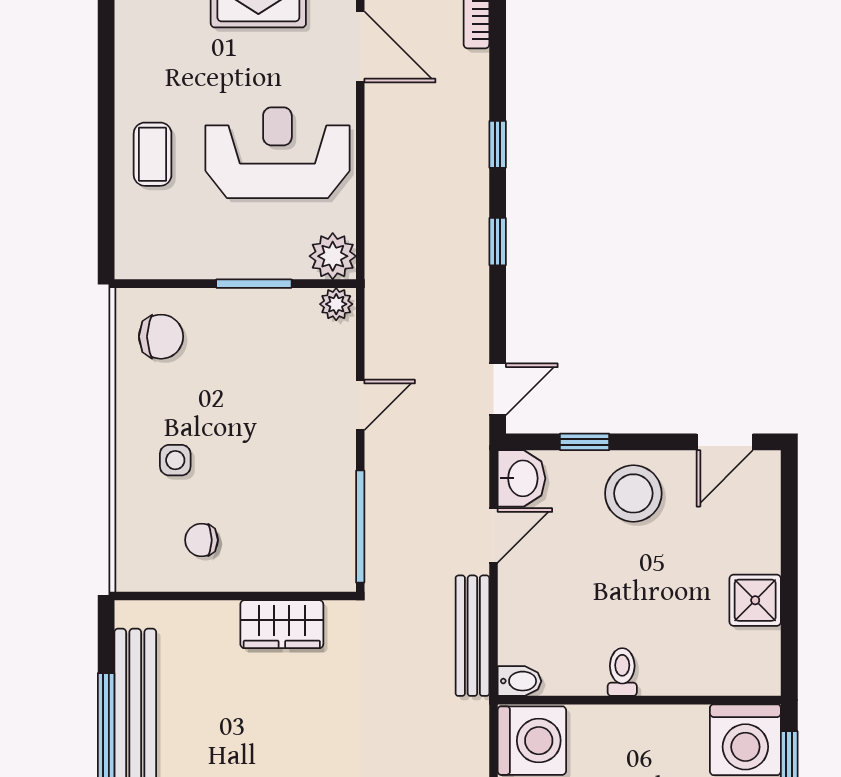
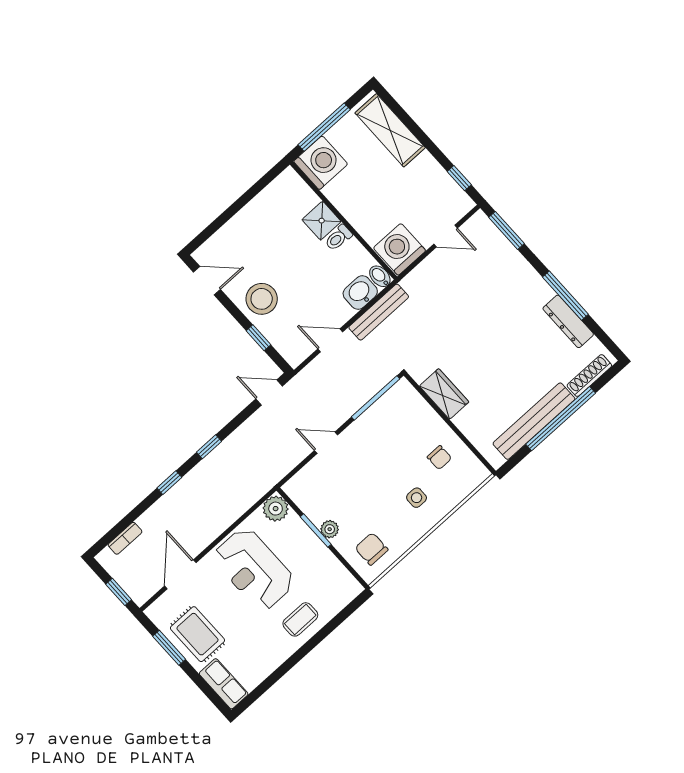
plant: (336, 304) -> (330, 529), moved
washbasin: (521, 478) -> (360, 293), moved
shower: (755, 600) -> (322, 221), moved

